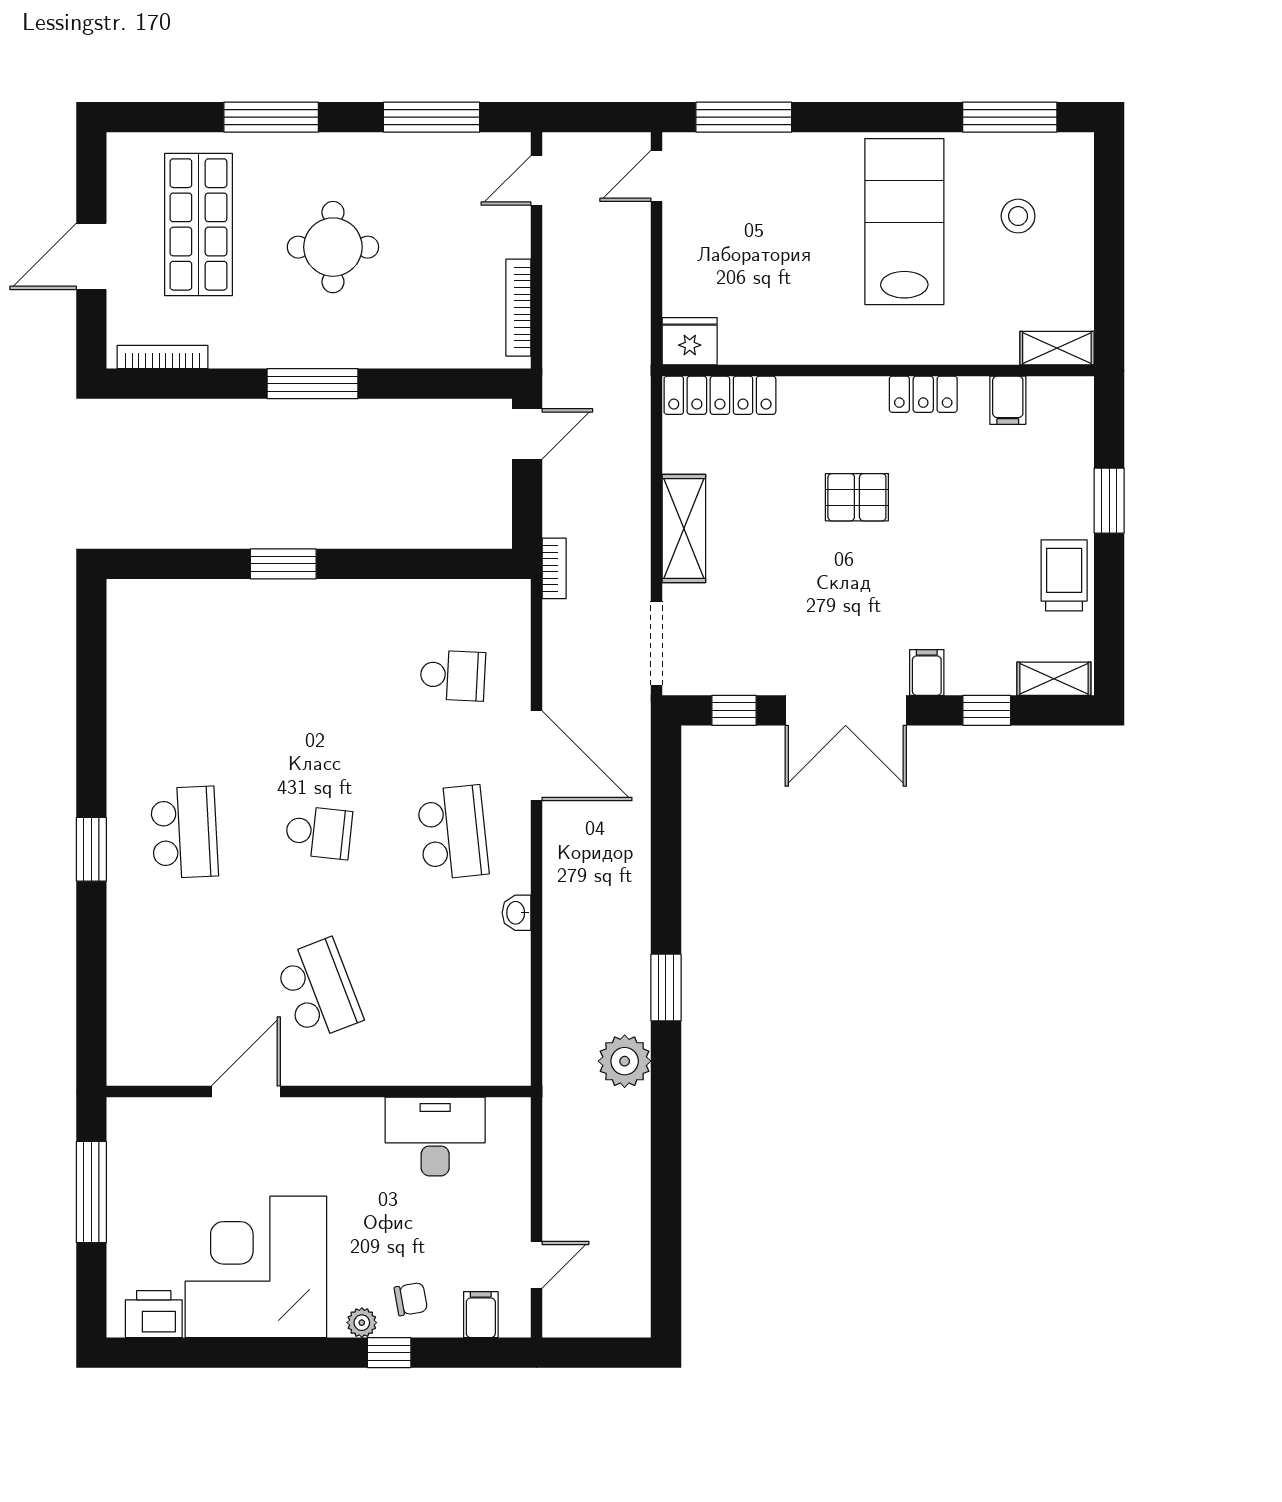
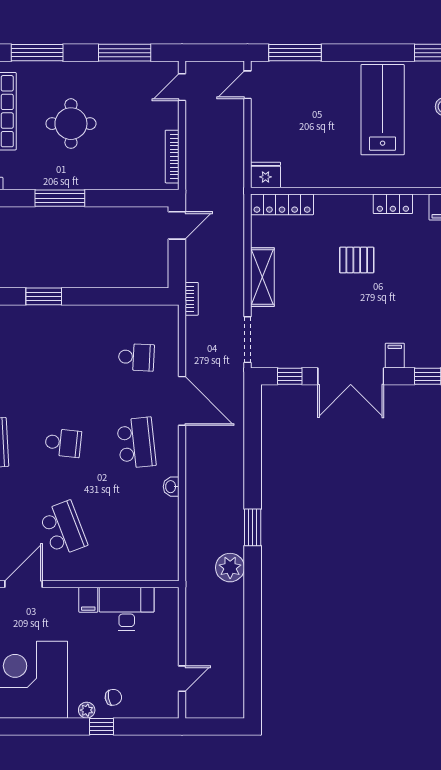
filing cabinet: (481, 1315) -> (88, 600), moved, turned 180

